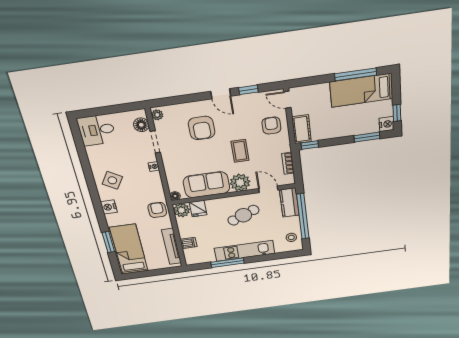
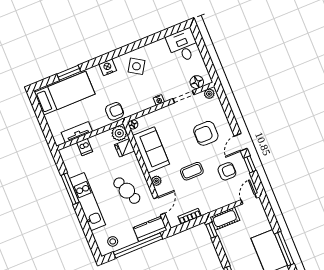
armchair: (271, 126) -> (227, 171), moved
plant: (240, 183) -> (156, 181), width x0.53, depth x0.53
tv unit: (171, 246) -> (77, 132), width x0.71

